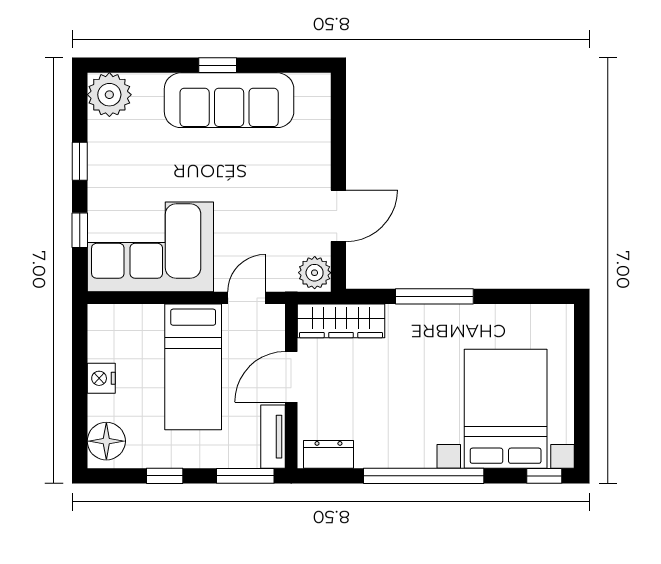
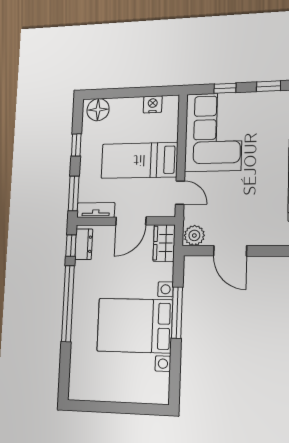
wardrobe: (341, 321) -> (164, 243), width x0.67
door: (291, 377) -> (131, 221), swing flipped
nightstand: (101, 378) -> (153, 104), moved
bed with nightstands: (506, 409) -> (135, 325), moved, turned 180
window: (544, 476) -> (71, 246), moved

